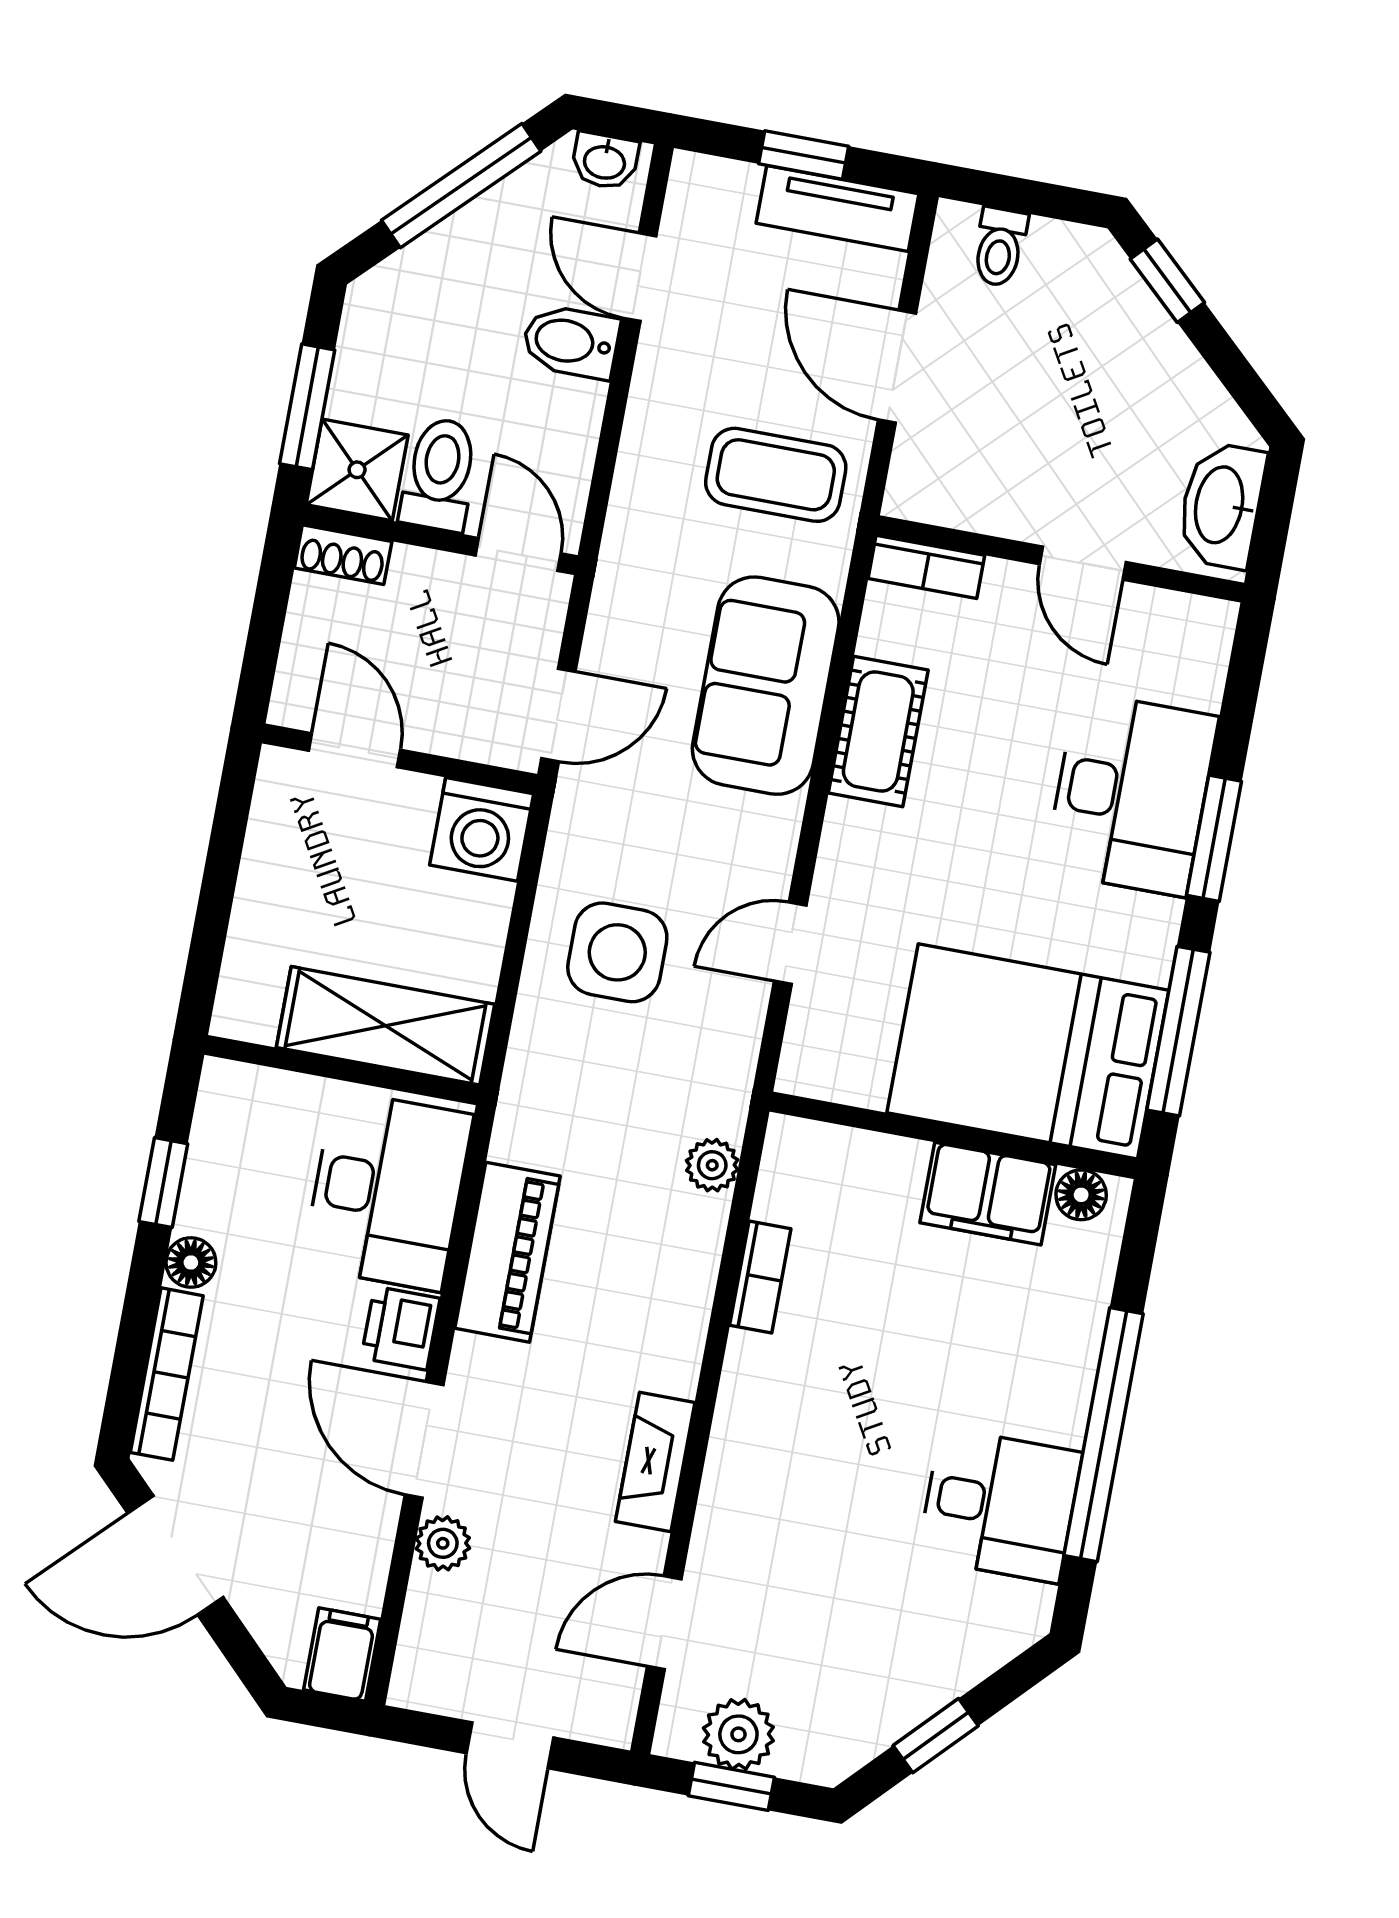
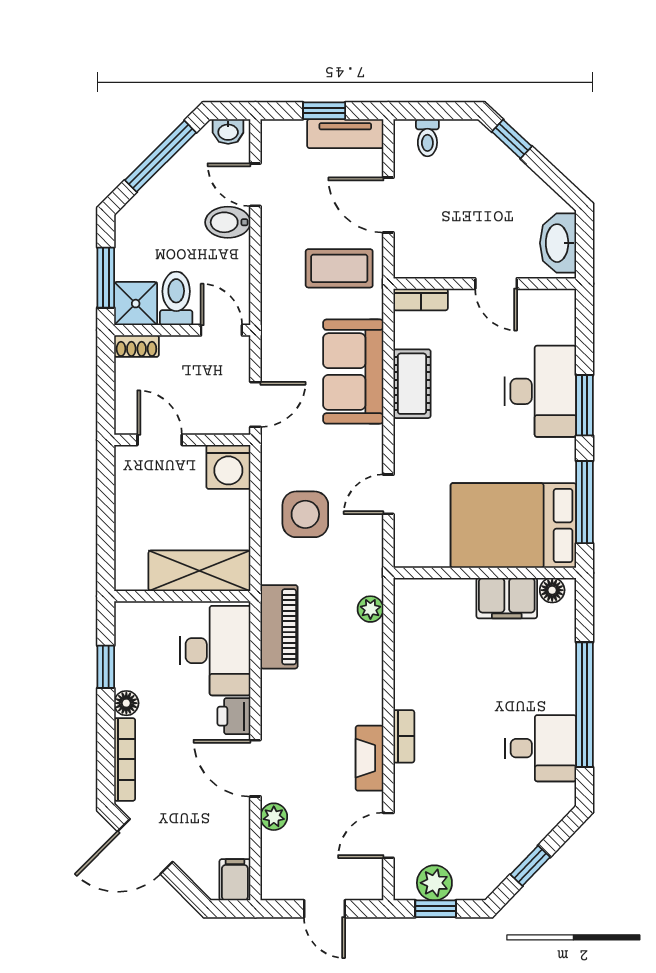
piano: (508, 1252) -> (279, 627), moved
bookcase: (760, 1277) -> (404, 736), moved

